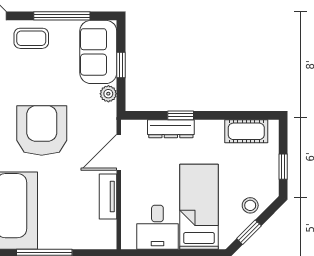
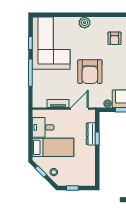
armchair: (42, 130) -> (90, 72), turned 90
cot: (246, 131) -> (89, 170), removed
door: (119, 152) -> (79, 109), hinge flipped

